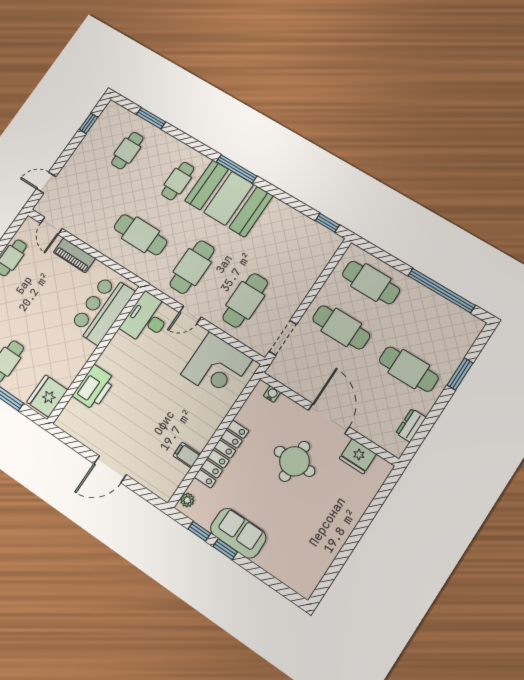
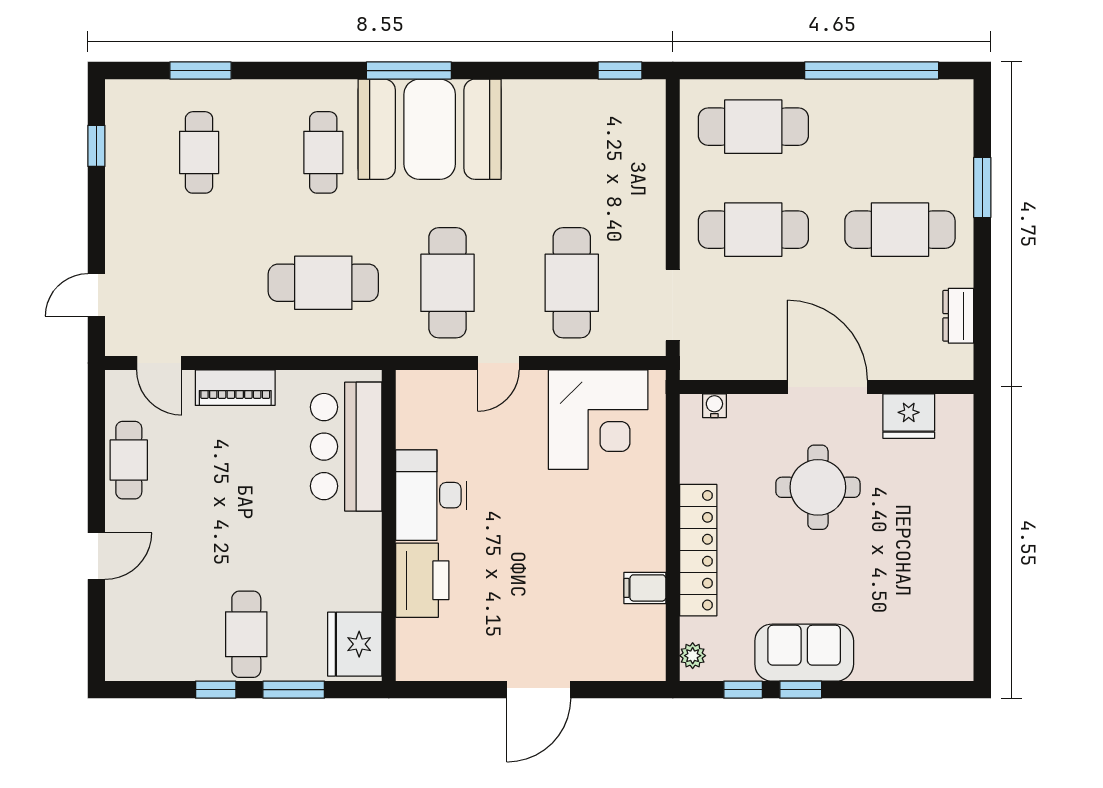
desk: (147, 319) -> (431, 495), moved

